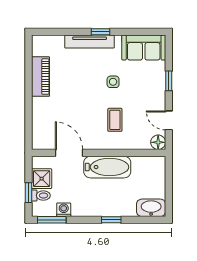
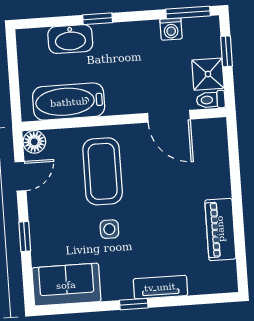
tv unit: (90, 42) -> (160, 287), width x0.71
coffee table: (115, 120) -> (103, 171), width x1.86, depth x1.72
door: (169, 120) -> (21, 176), hinge flipped
bathtub: (107, 167) -> (69, 102), moved
toilet: (41, 196) -> (211, 100), moved
washbasin: (151, 208) -> (70, 39), moved

